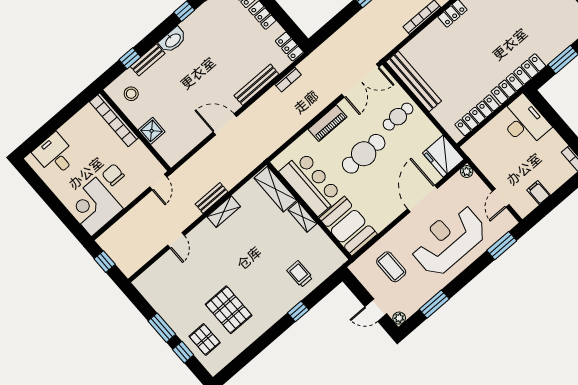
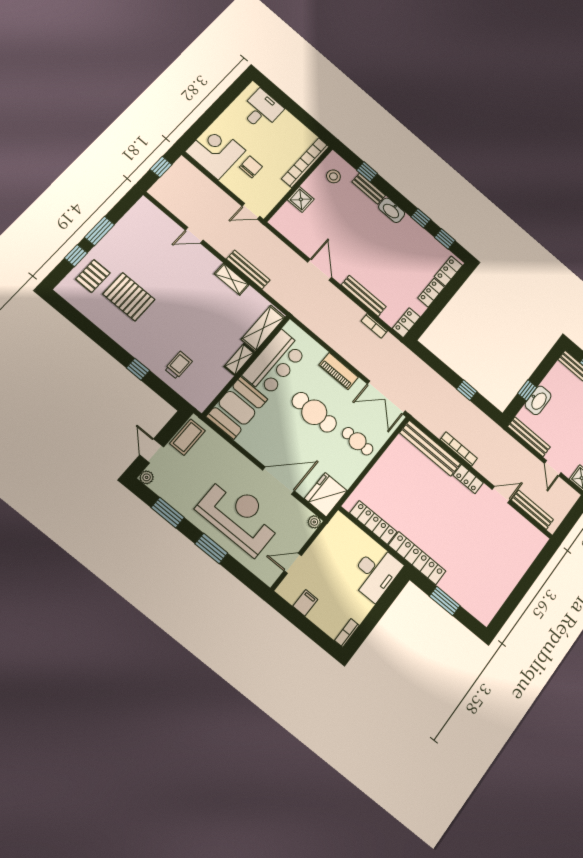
bench: (414, 81) -> (430, 448), moved, turned 90
bench: (212, 198) -> (248, 270), width x1.36
window: (502, 246) -> (211, 548), moved
coffee table: (391, 267) -> (187, 437), moved
pallet: (229, 310) -> (129, 297), turned 90

